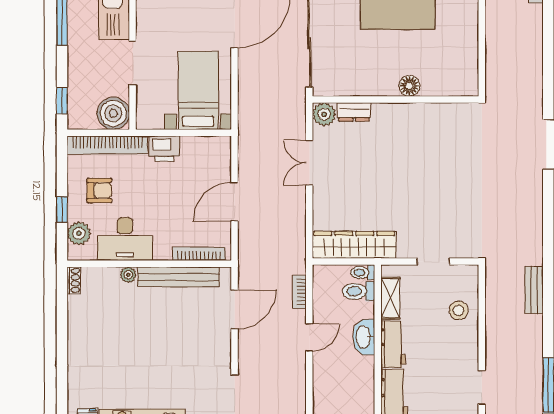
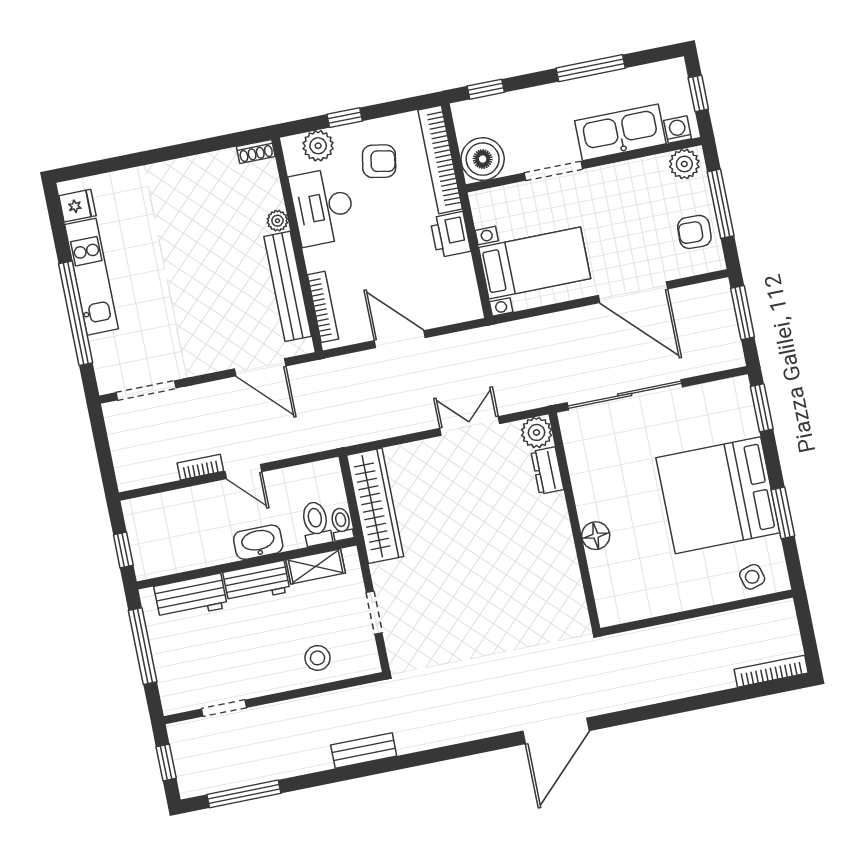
armchair: (99, 190) -> (379, 161), turned -80
bookcase: (299, 292) -> (200, 467), moved

